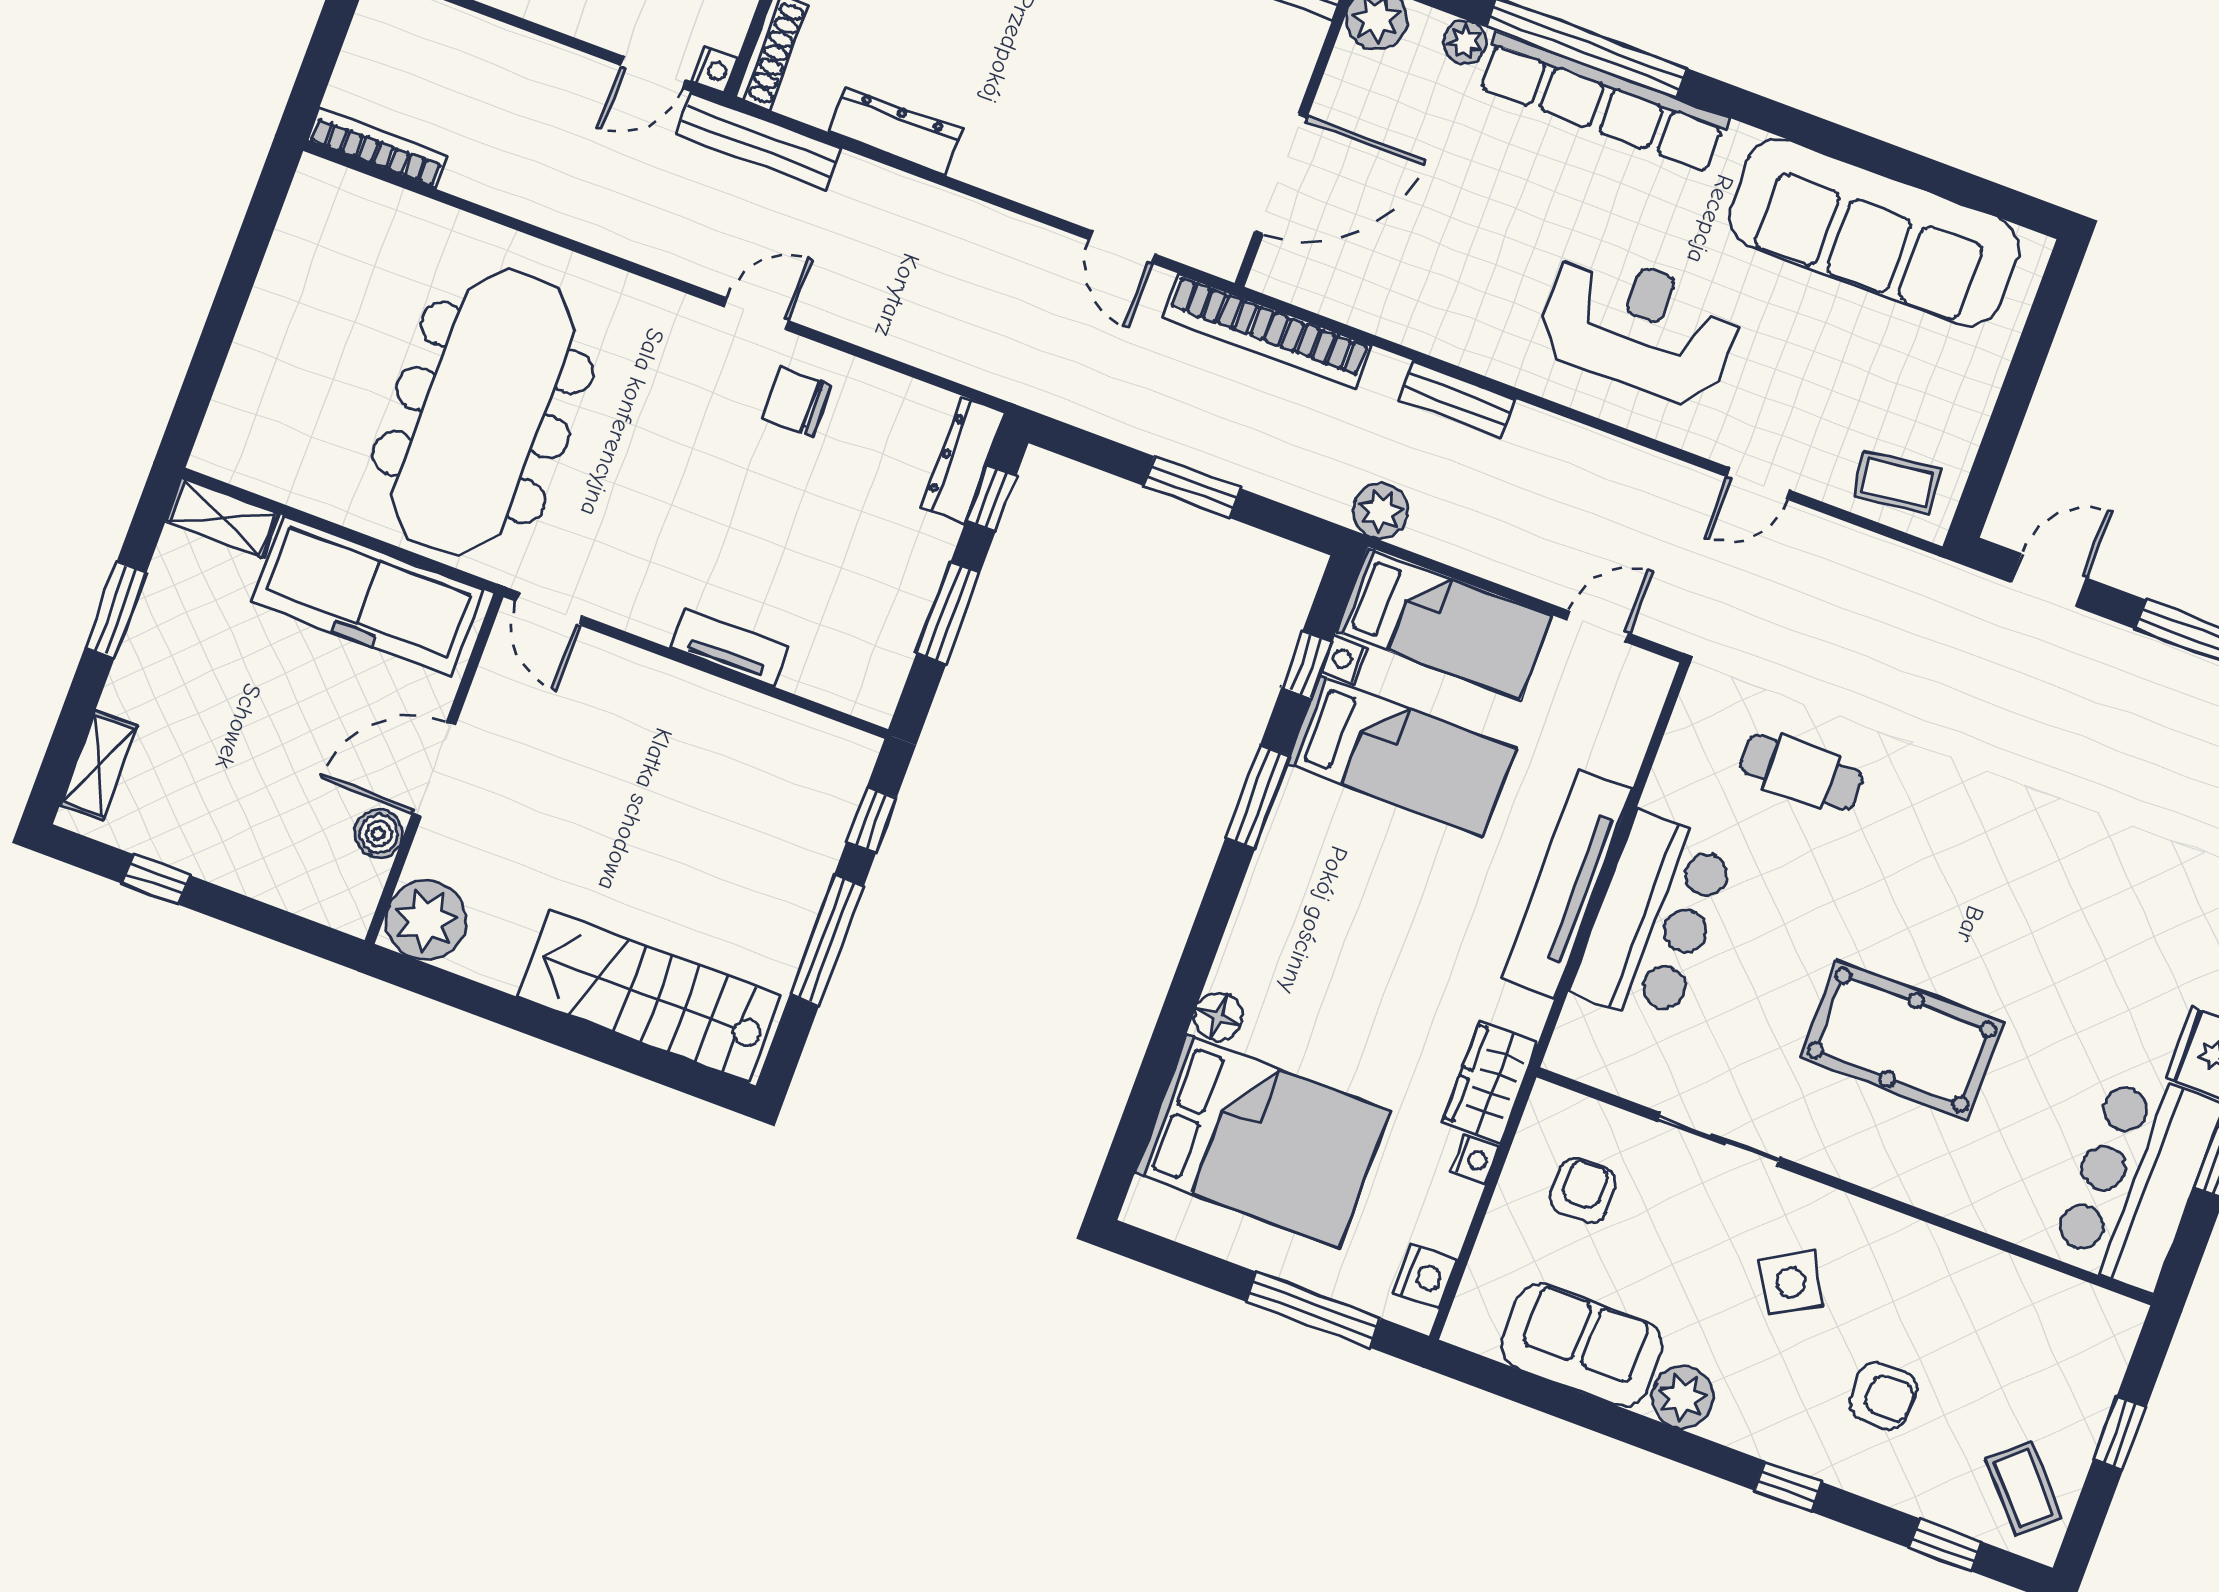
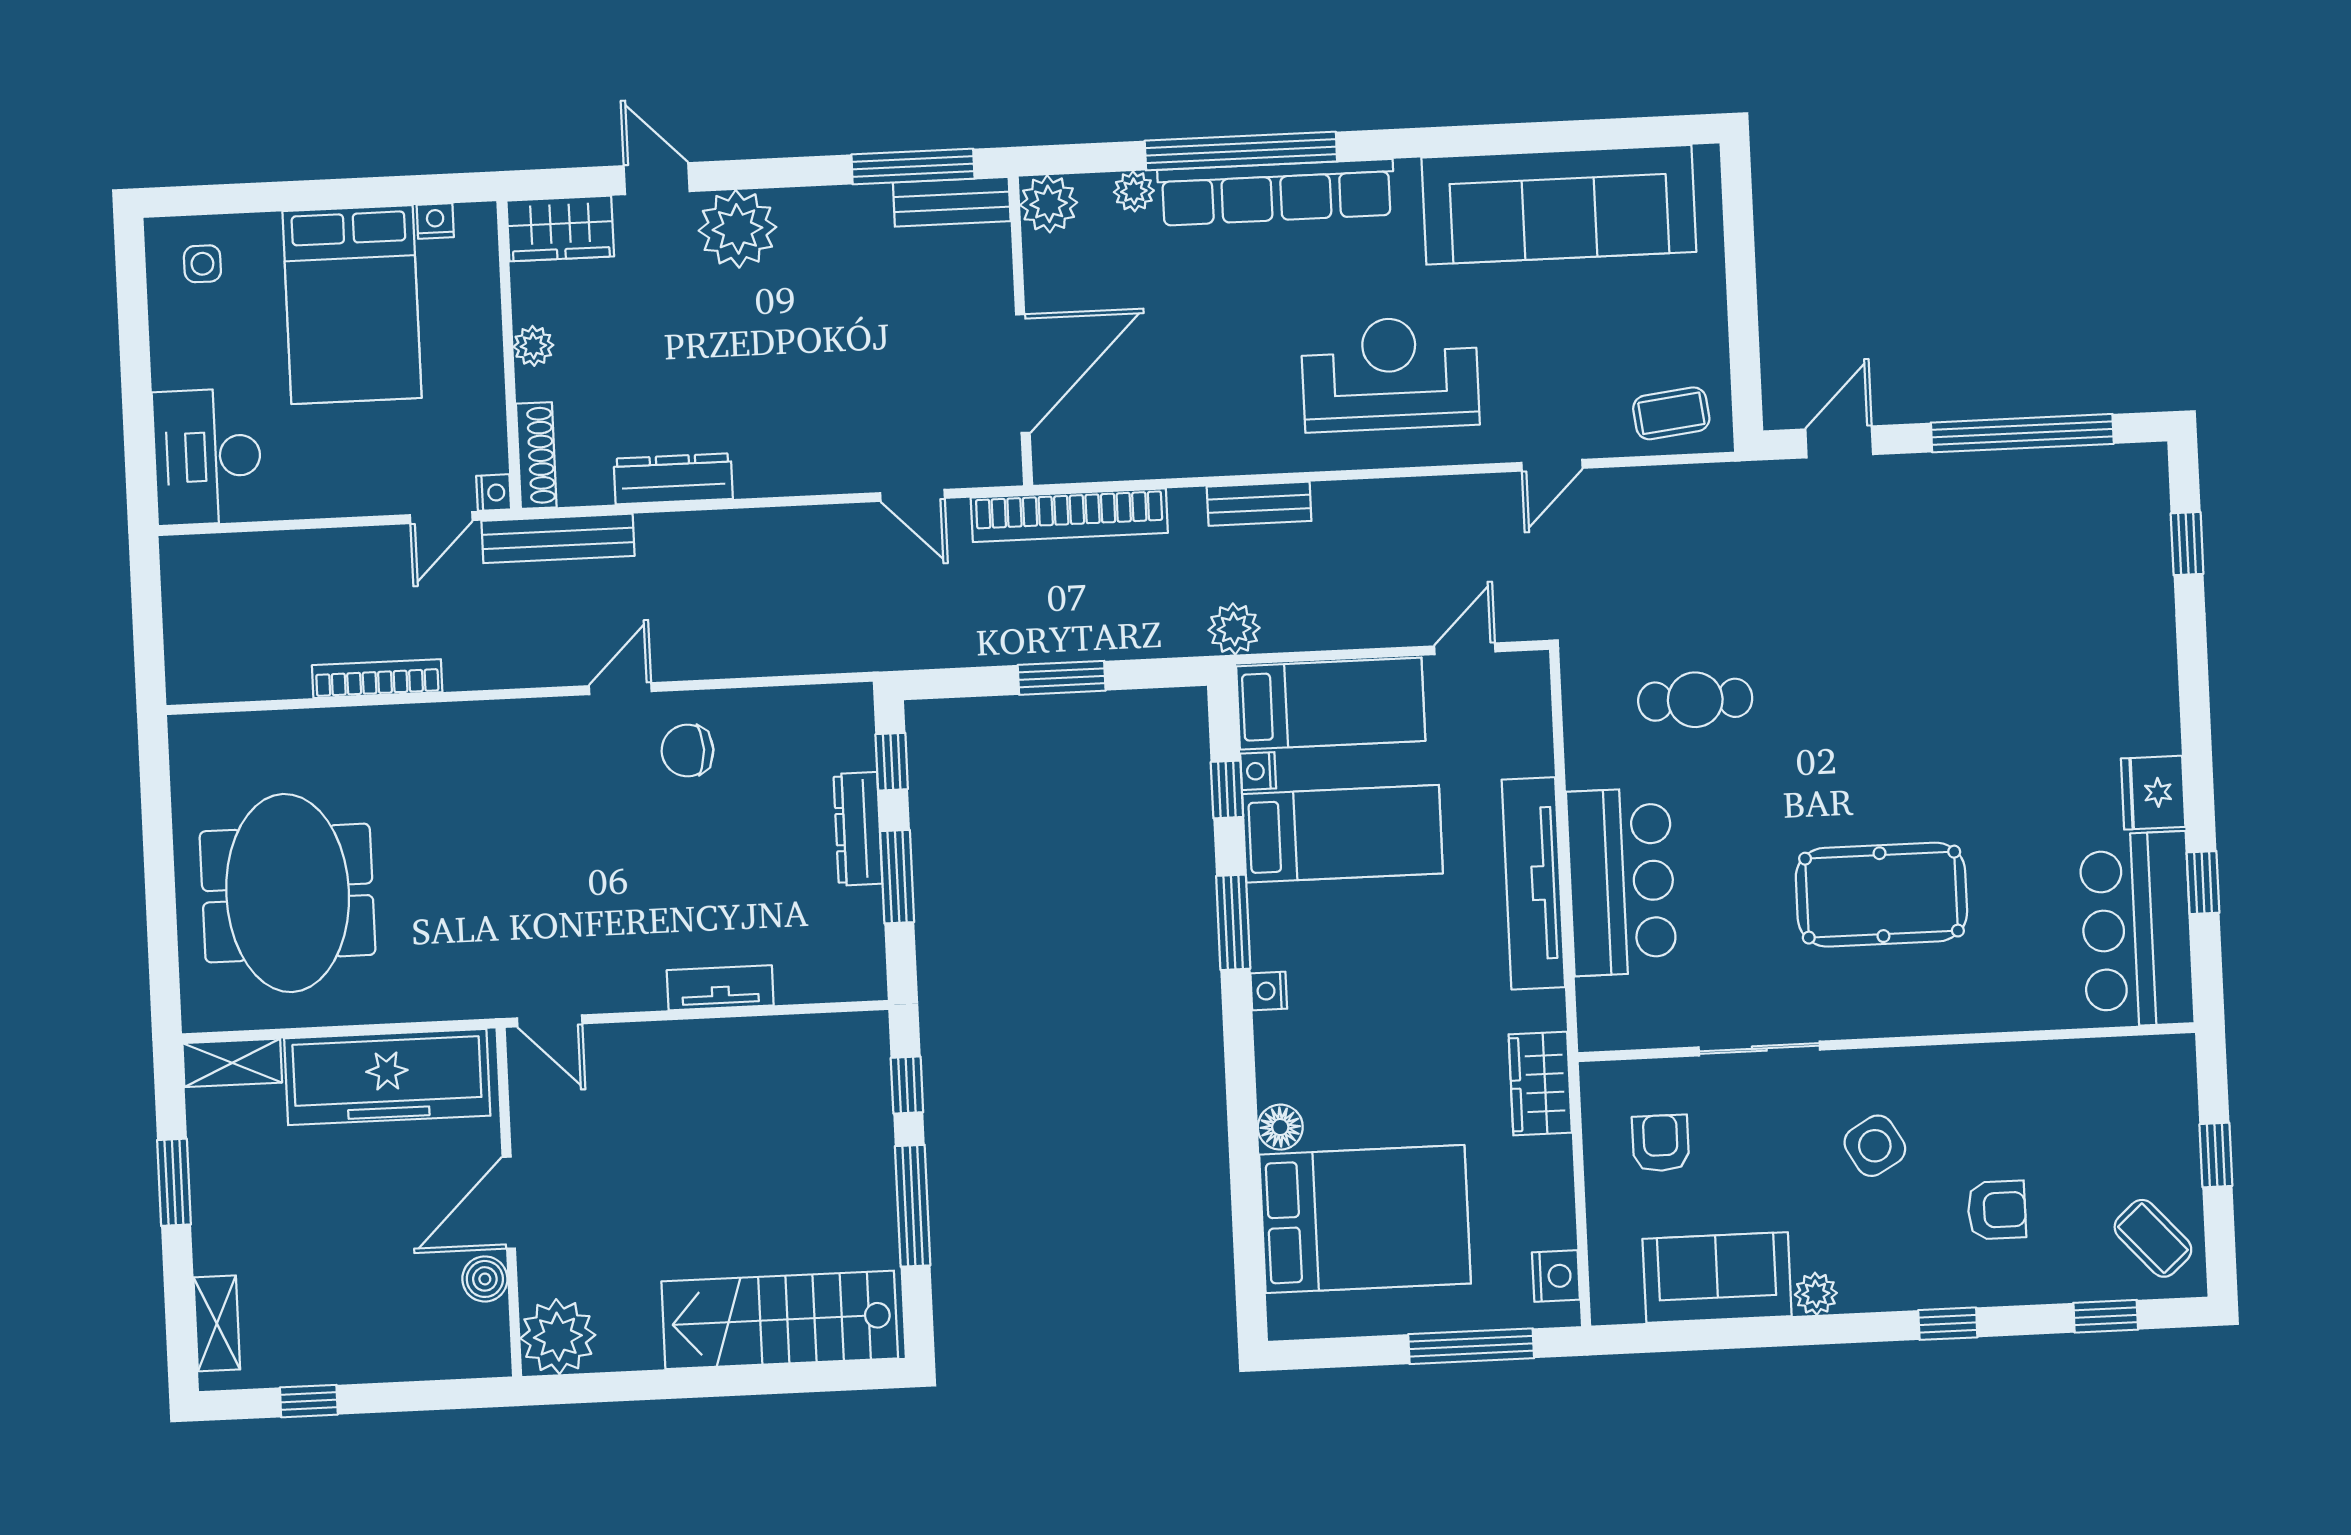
bookcase: (377, 148) -> (377, 679), moved
meeting table: (483, 413) -> (288, 893), moved, width x0.73
dresser: (964, 460) -> (858, 829), moved
nightstand: (1475, 1159) -> (1269, 991), moved, turned 180
plant: (1682, 1397) -> (1816, 1294), width x0.73, depth x0.73

